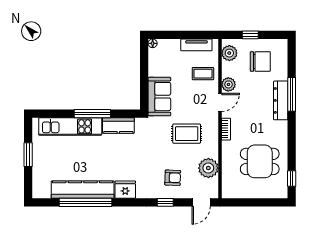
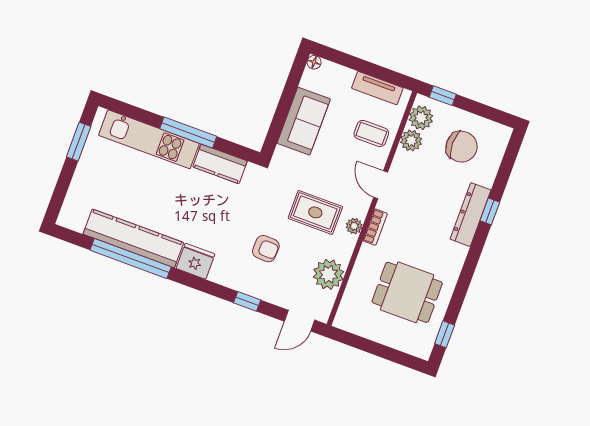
window: (250, 35) -> (443, 96), moved
plant: (228, 84) -> (411, 141), moved
window: (292, 94) -> (490, 211), width x0.46
sofa: (159, 97) -> (304, 121), moved
door: (220, 102) -> (381, 185), swing flipped
plant: (213, 133) -> (354, 226), added
window: (28, 155) -> (79, 142), moved
armchair: (173, 178) -> (266, 249), moved

